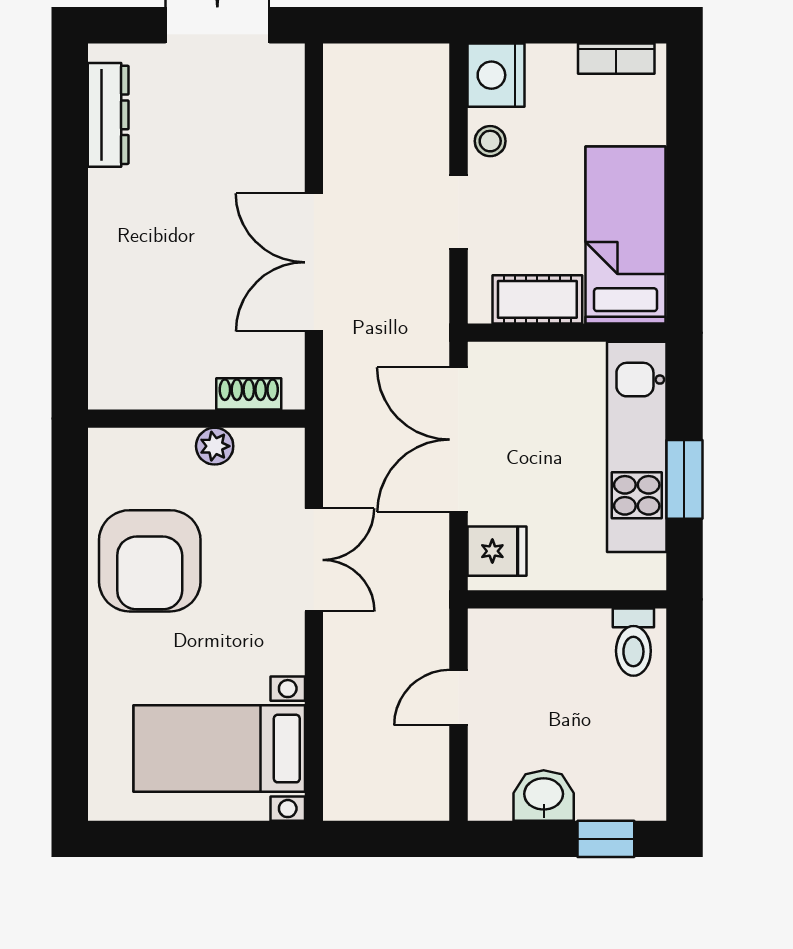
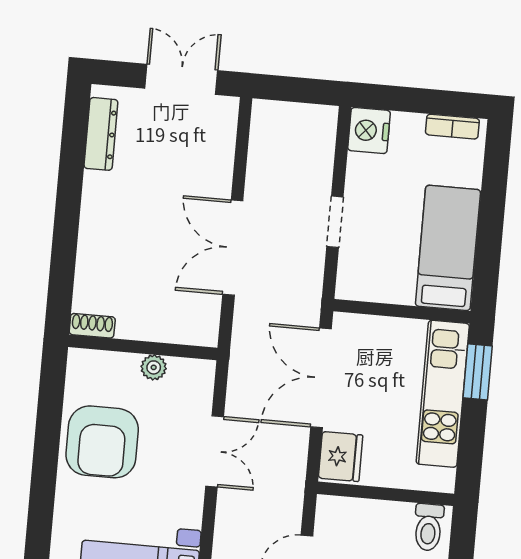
stool: (490, 141) -> (361, 175), removed
cot: (537, 299) -> (384, 287), removed
shoe rack: (249, 394) -> (92, 326), moved
window: (684, 479) -> (478, 372), moved
fridge: (497, 551) -> (341, 457), width x1.38

